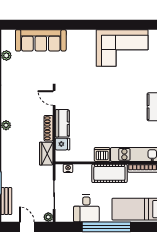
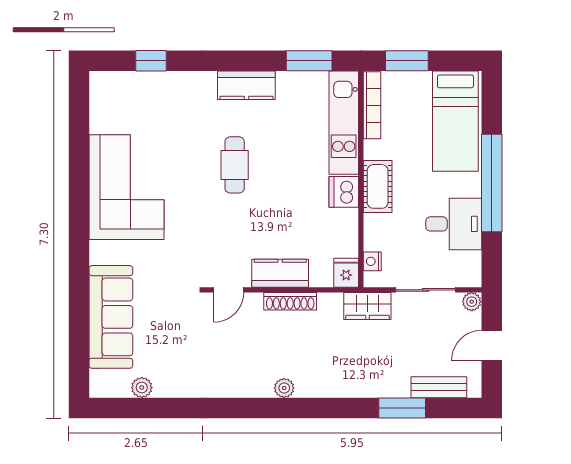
corner sofa: (122, 48) -> (126, 187), moved
cafe table: (115, 101) -> (235, 165), added
fridge: (62, 144) -> (346, 273), moved
wardrobe: (46, 154) -> (367, 306), moved
cot: (109, 173) -> (378, 186), width x0.73, depth x0.75

